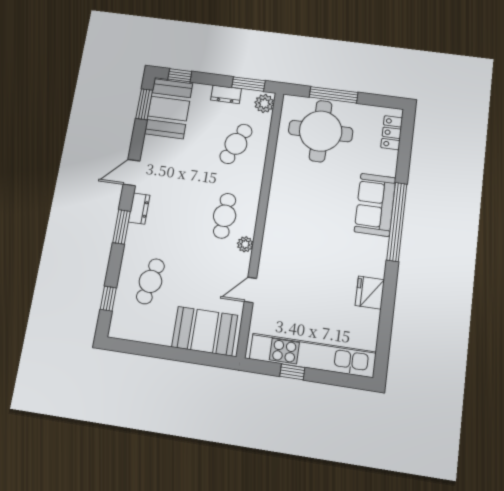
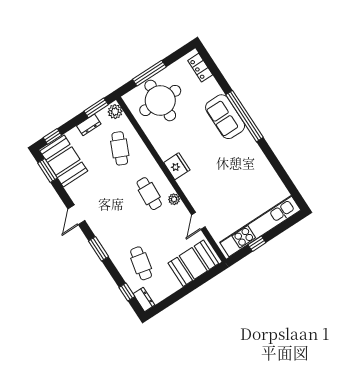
dresser: (139, 209) -> (144, 299), moved
fridge: (370, 293) -> (177, 166), moved, turned 180

